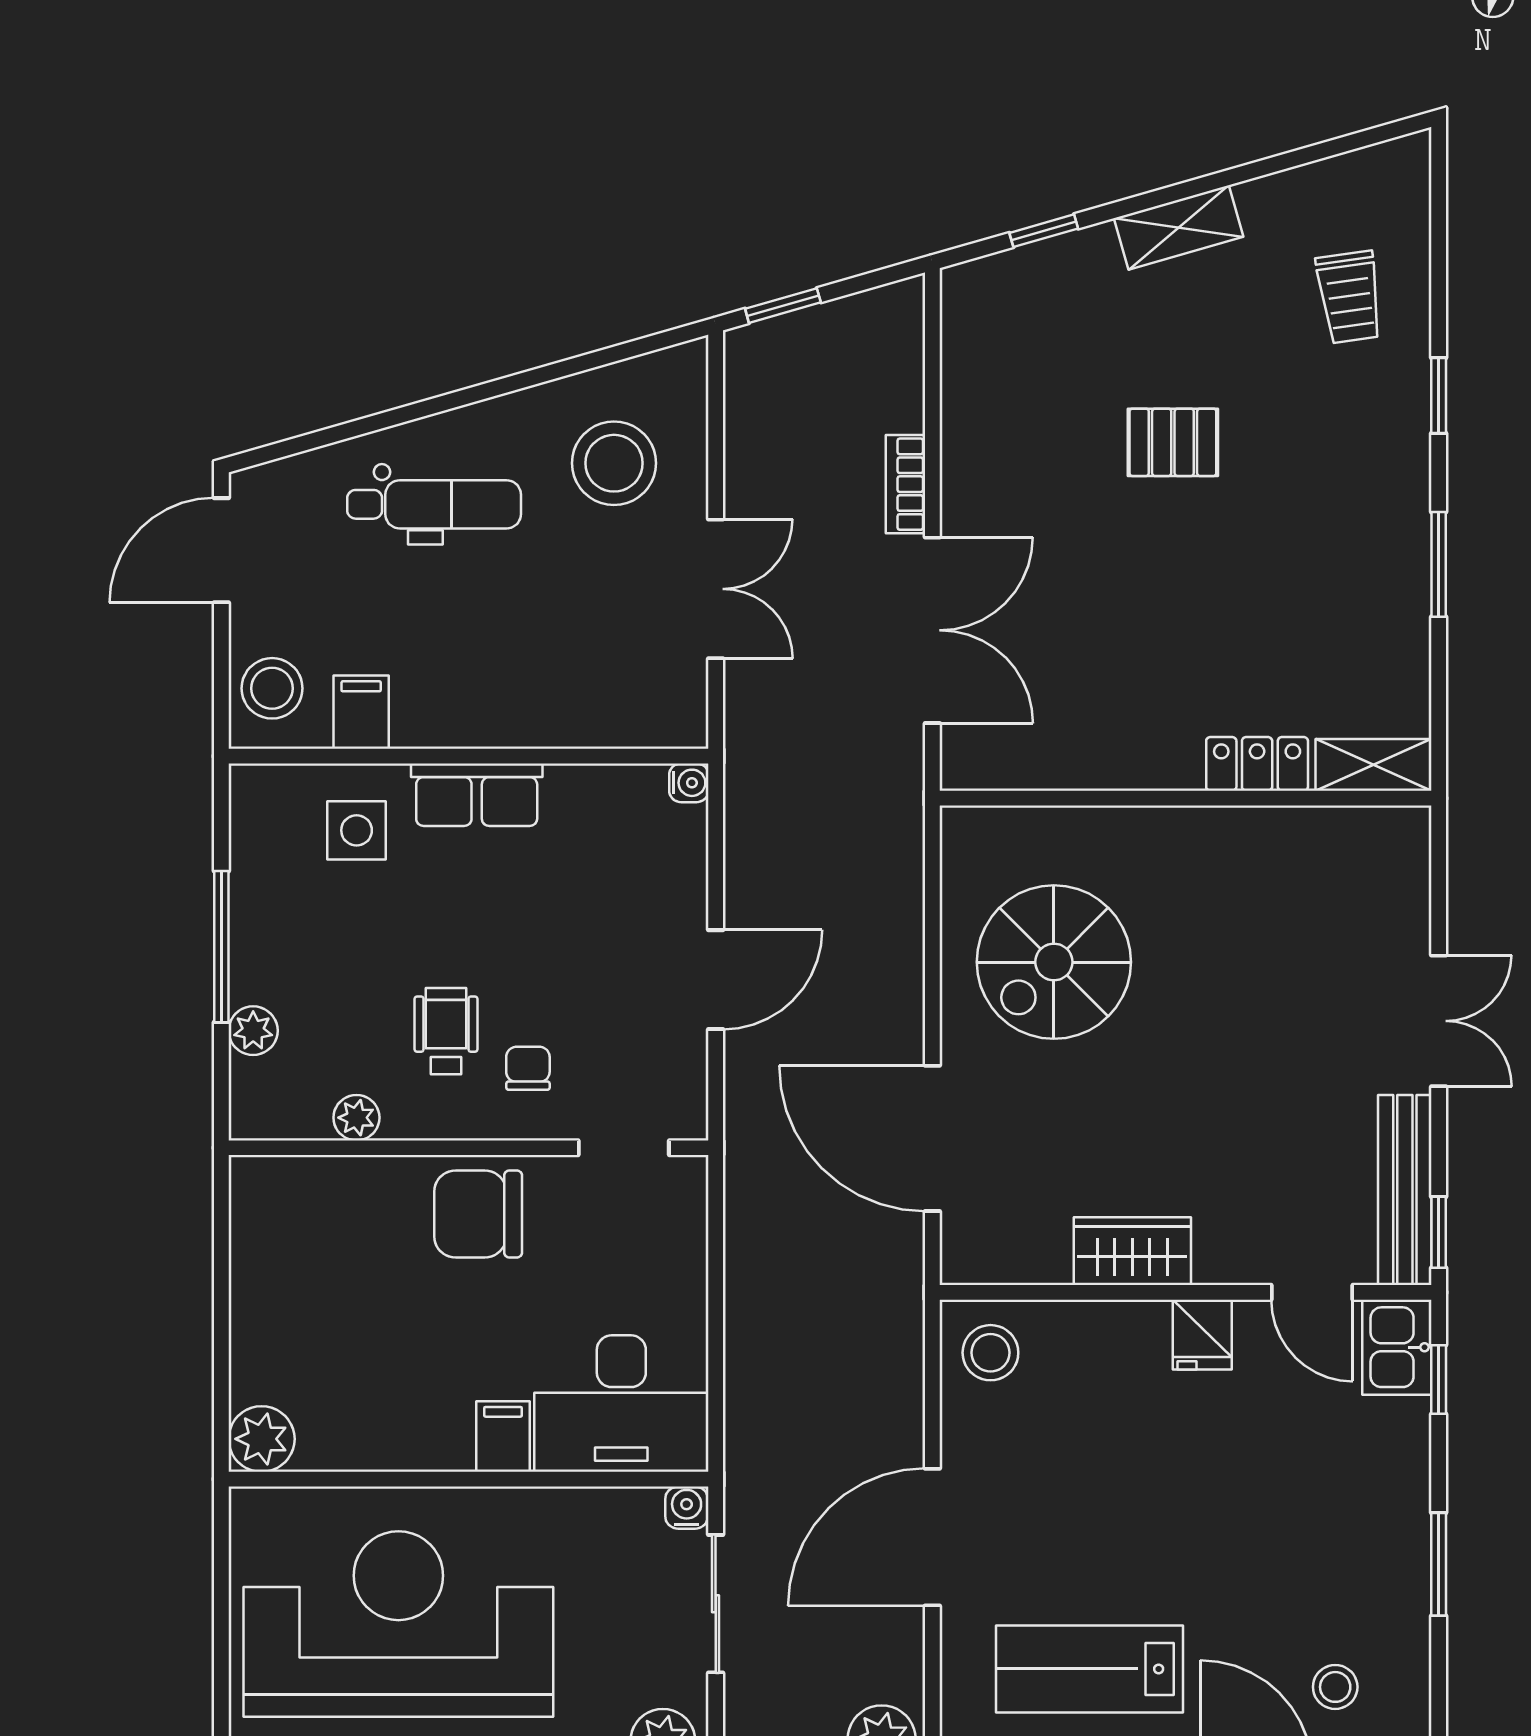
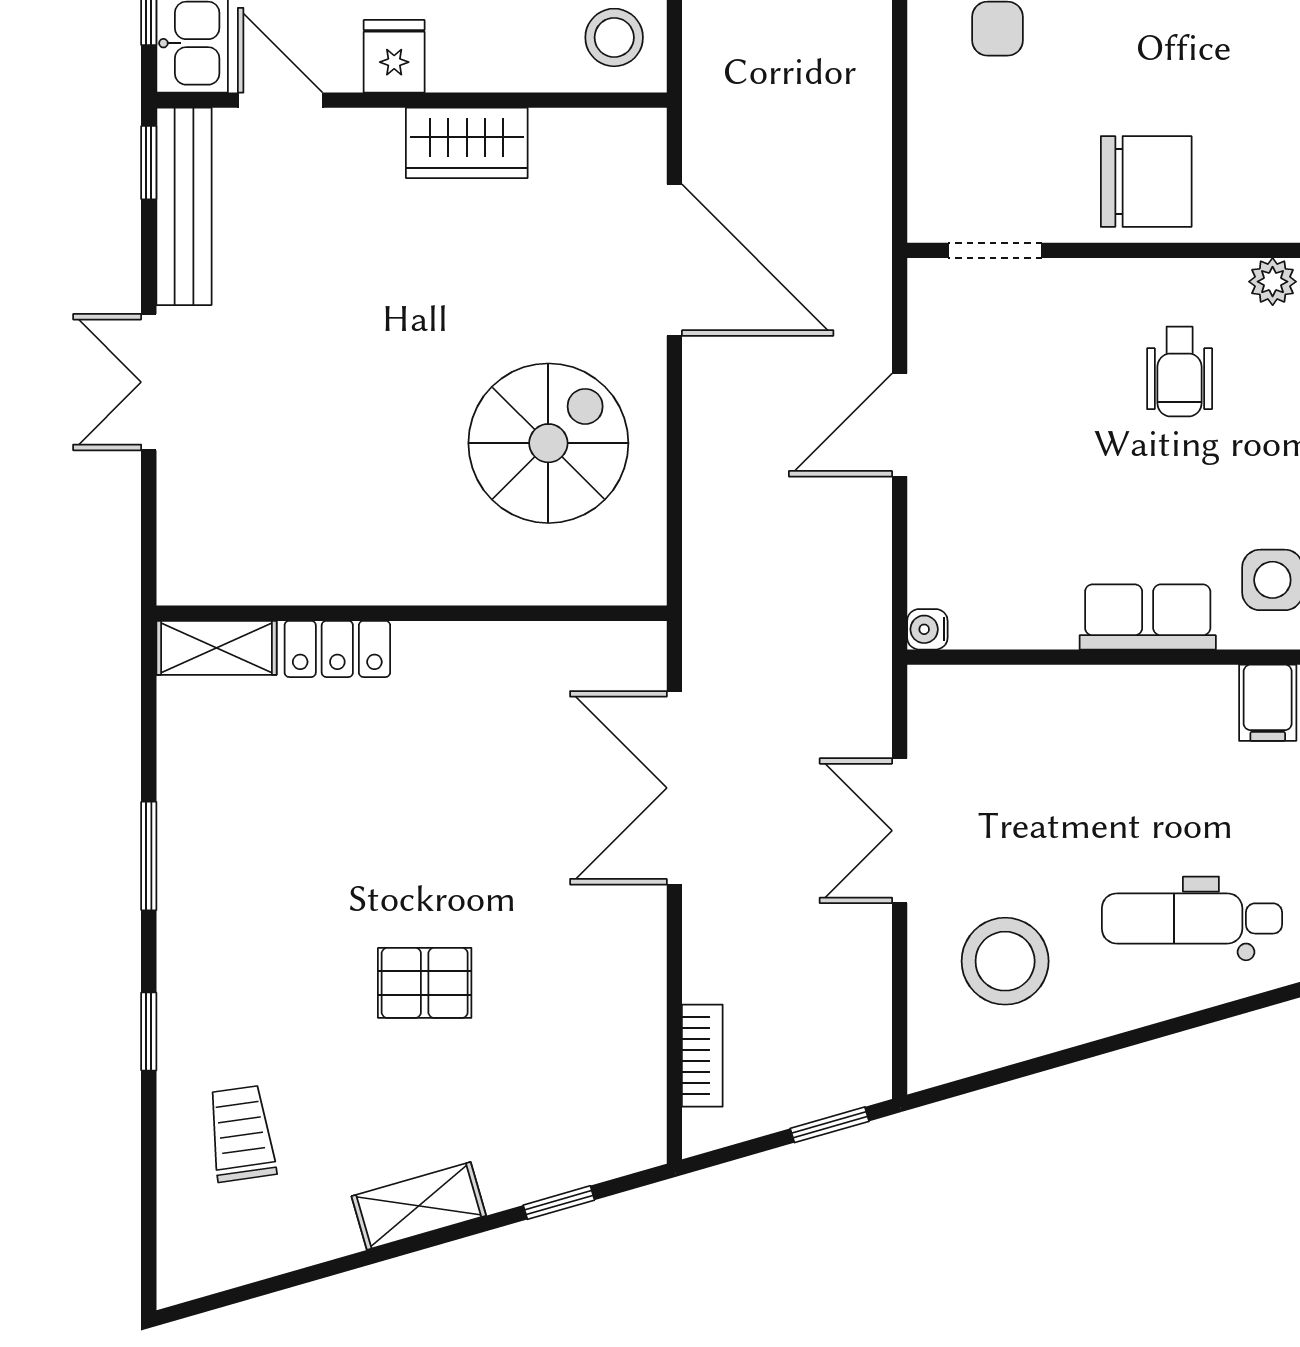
bookcase: (906, 484) -> (702, 1056), moved
chair: (528, 1068) -> (1094, 333), removed

